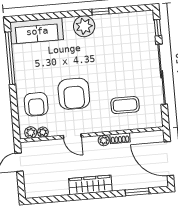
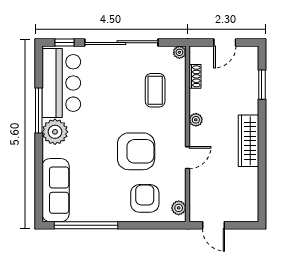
window: (100, 12) -> (39, 110), width x2.17
bar counter: (124, 28) -> (61, 83), added
armchair: (36, 104) -> (145, 198), turned -90
plant: (43, 132) -> (179, 52), moved
shoe rack: (120, 138) -> (195, 76), moved
door: (169, 159) -> (225, 43), width x0.53

